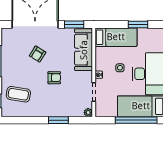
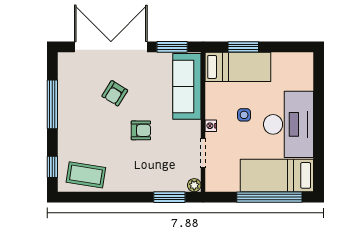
window: (138, 24) -> (243, 47), moved
coffee table: (18, 94) -> (86, 175), moved
window: (58, 120) -> (169, 197), moved

